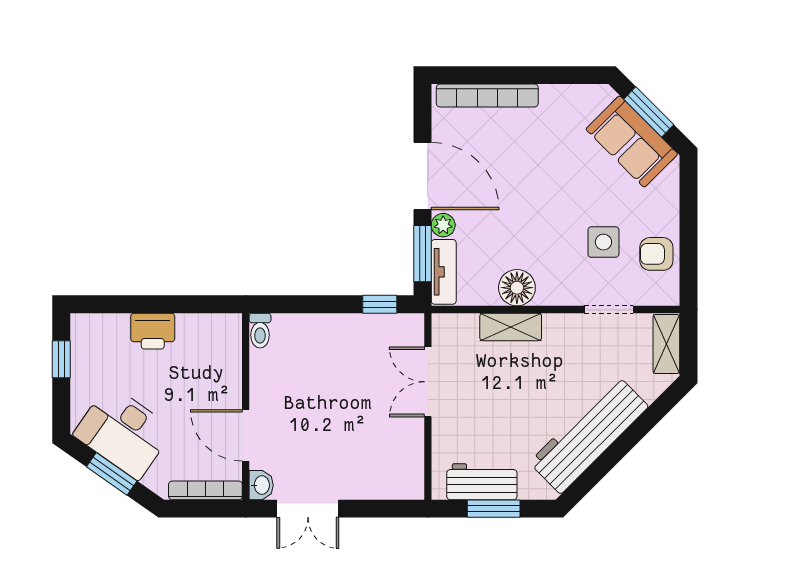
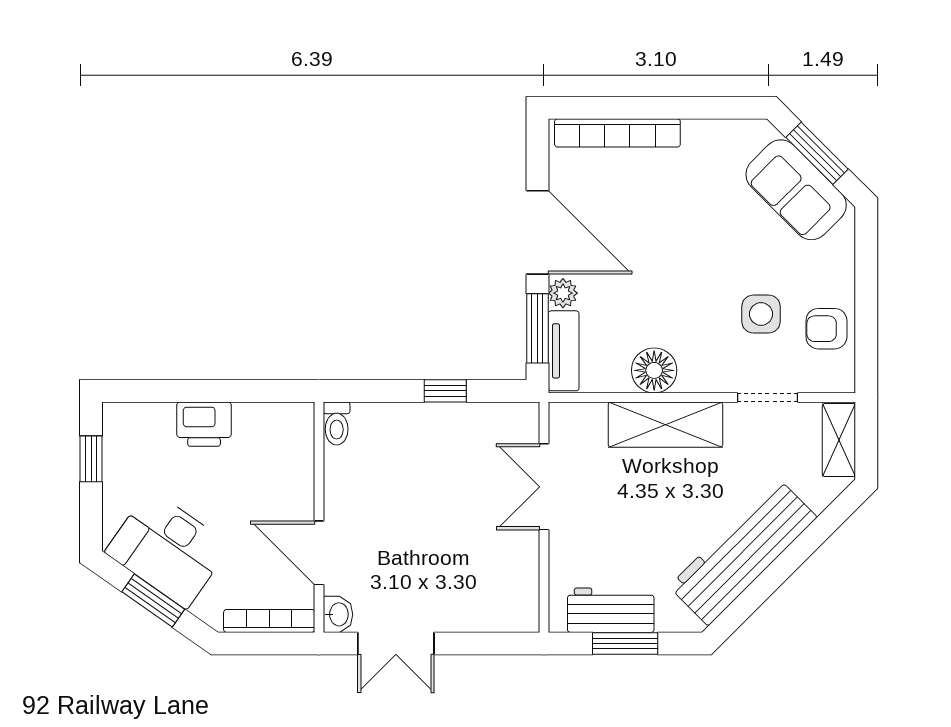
window: (380, 304) -> (445, 391), moved
shelving: (511, 327) -> (665, 425), width x1.50, depth x1.33

